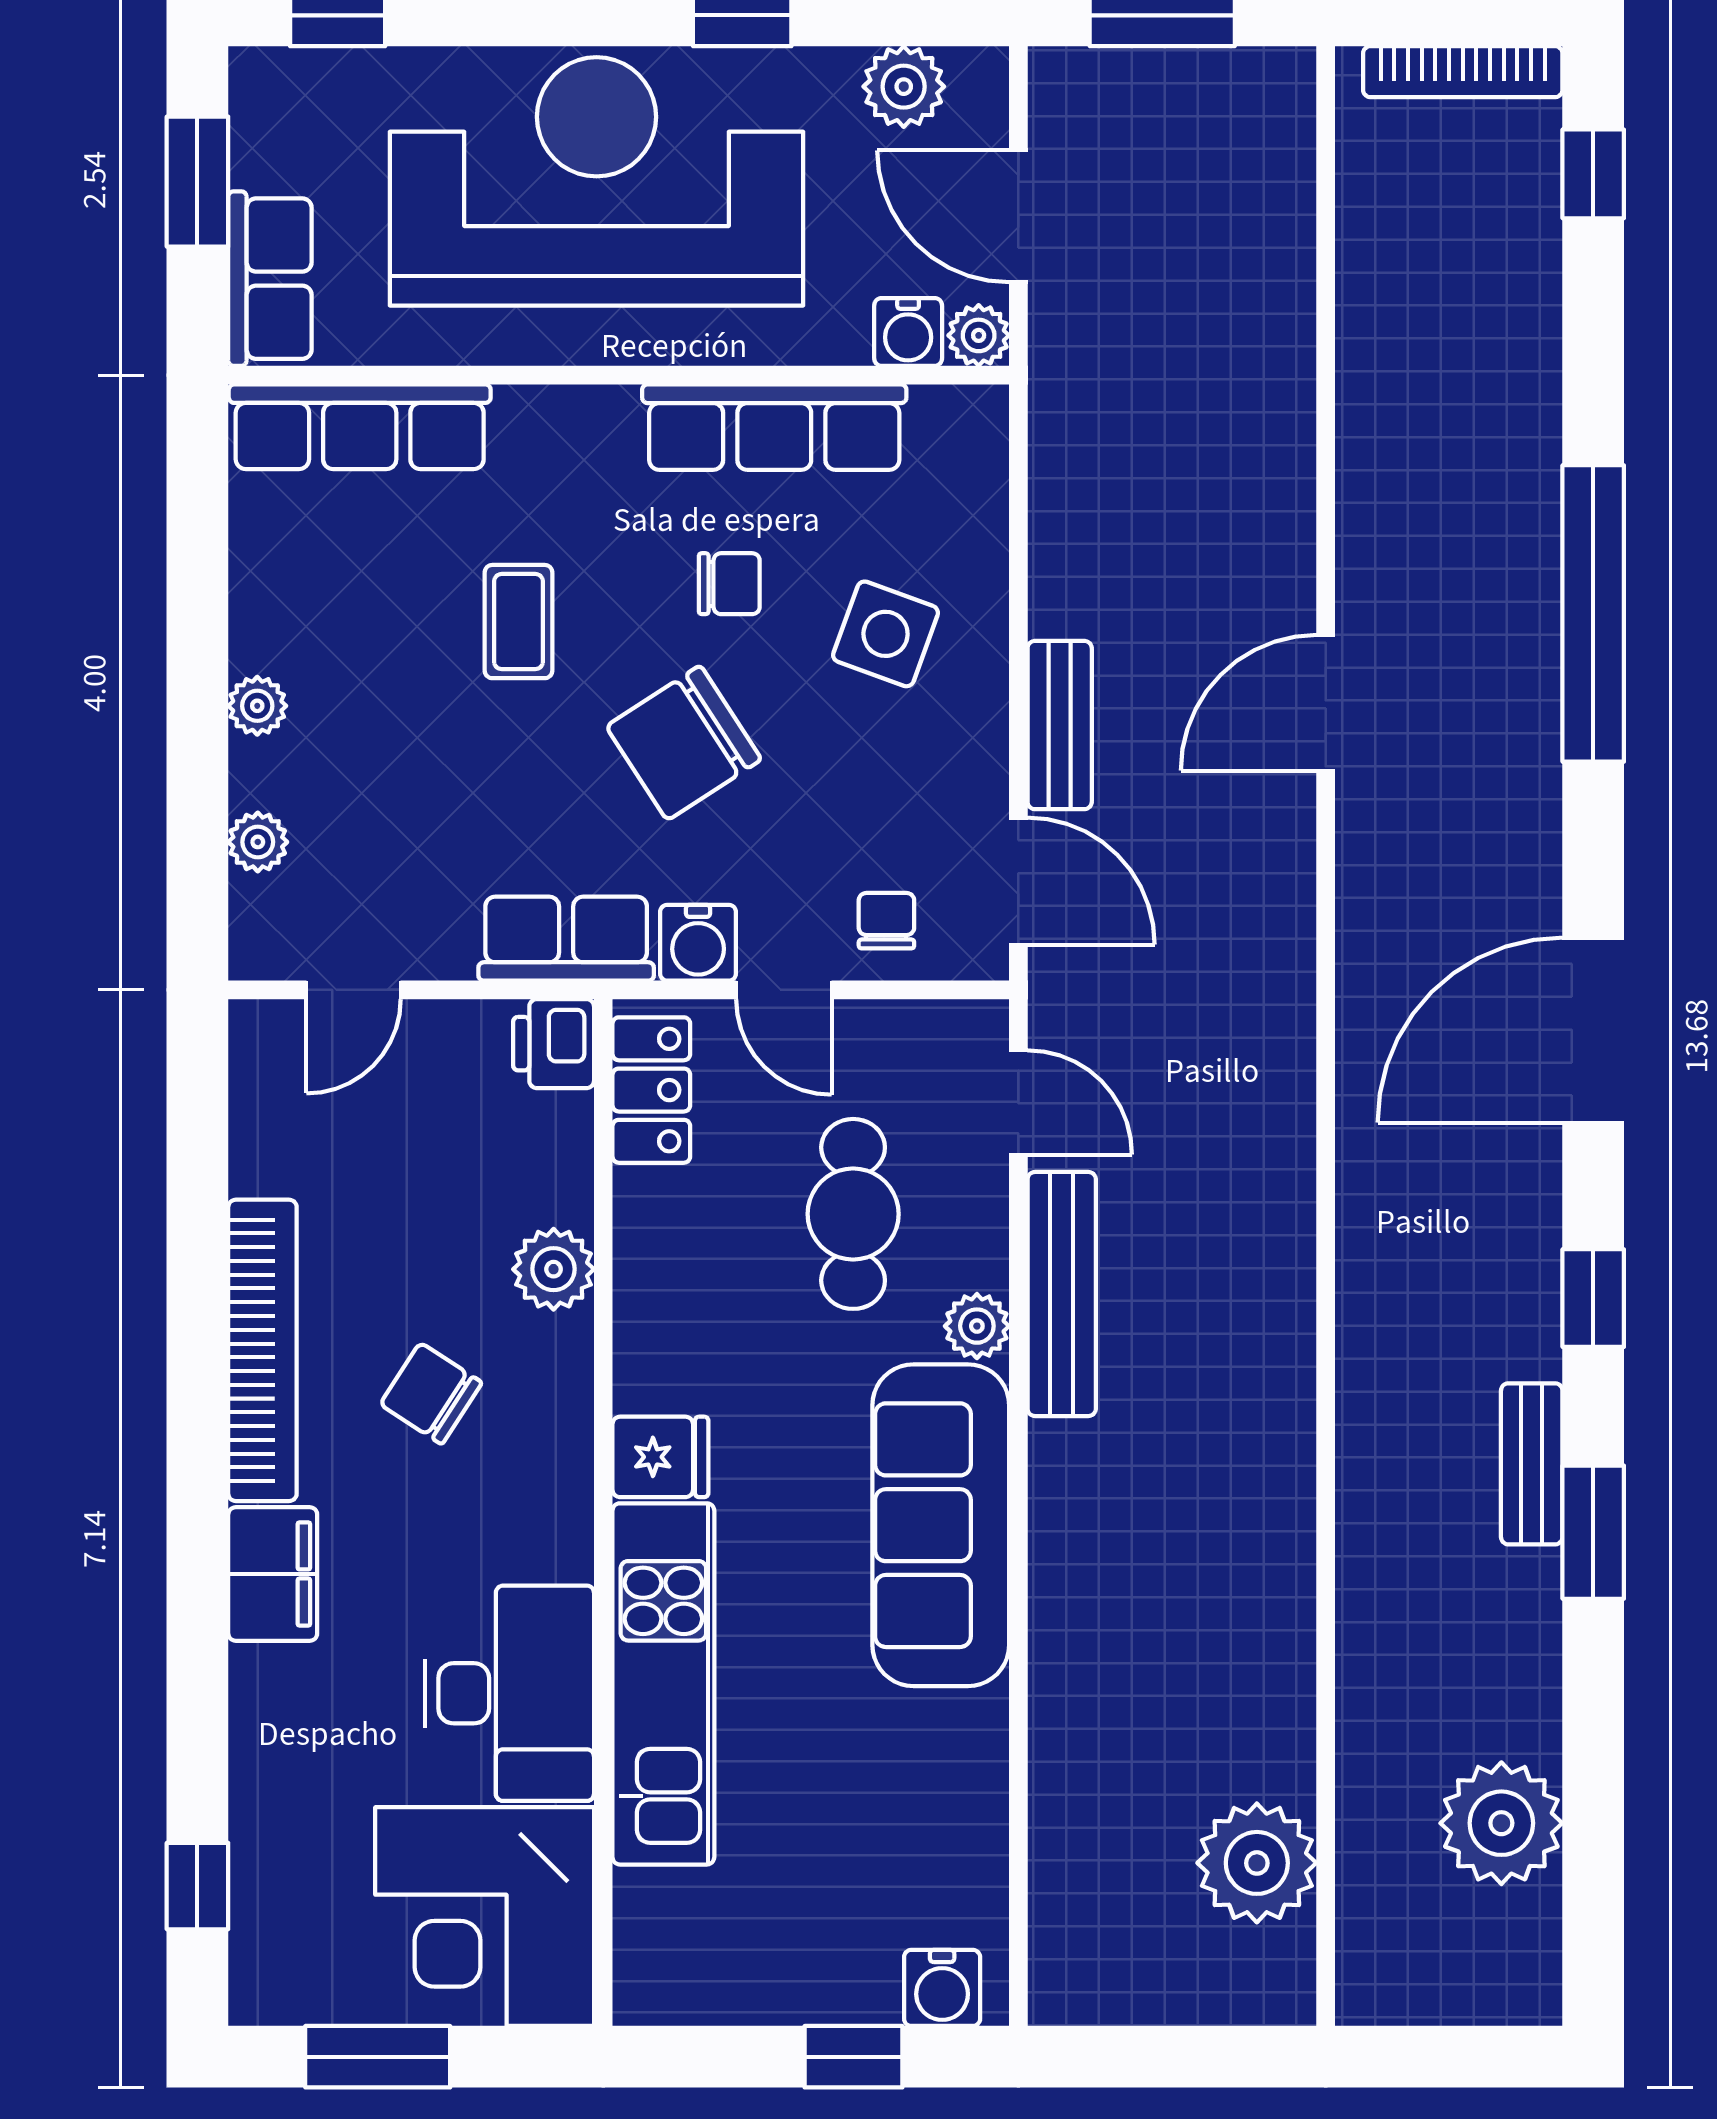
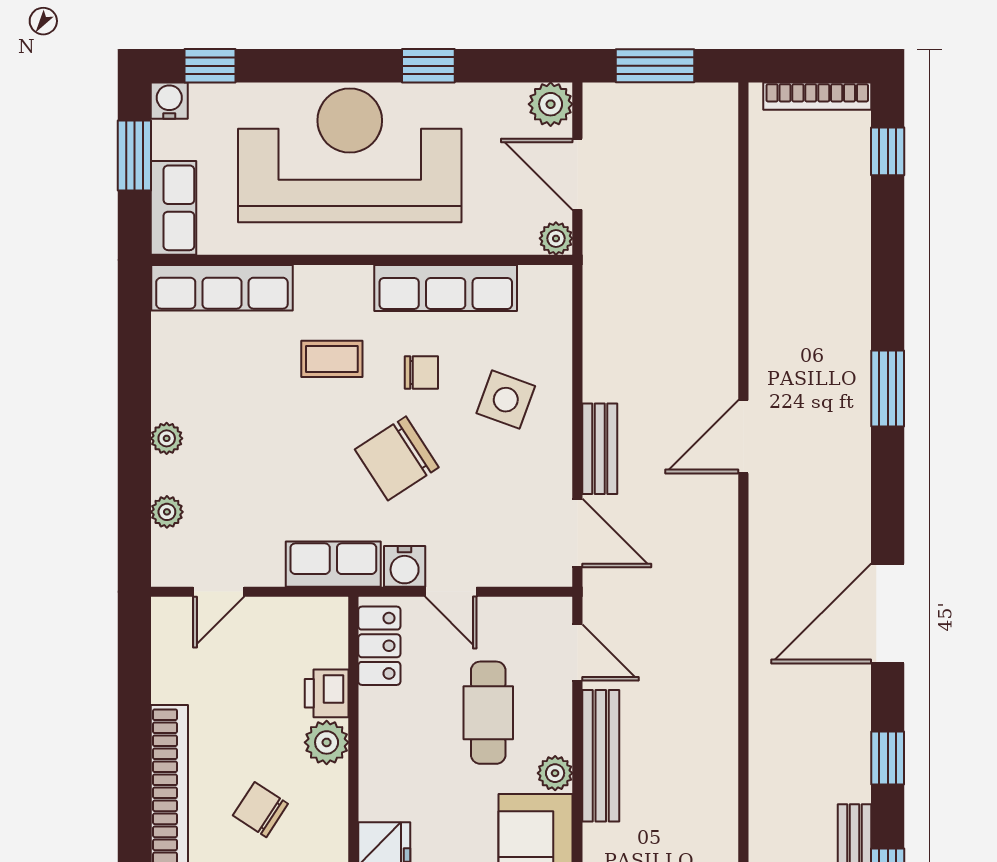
plant: (904, 87) -> (551, 104), moved
water cooler: (908, 332) -> (169, 101), moved, turned 180
window: (1593, 613) -> (888, 389), width x0.47
coffee table: (518, 622) -> (332, 359), moved, turned 90
chair: (886, 921) -> (506, 554), removed
printer: (554, 1044) -> (327, 693), moved

